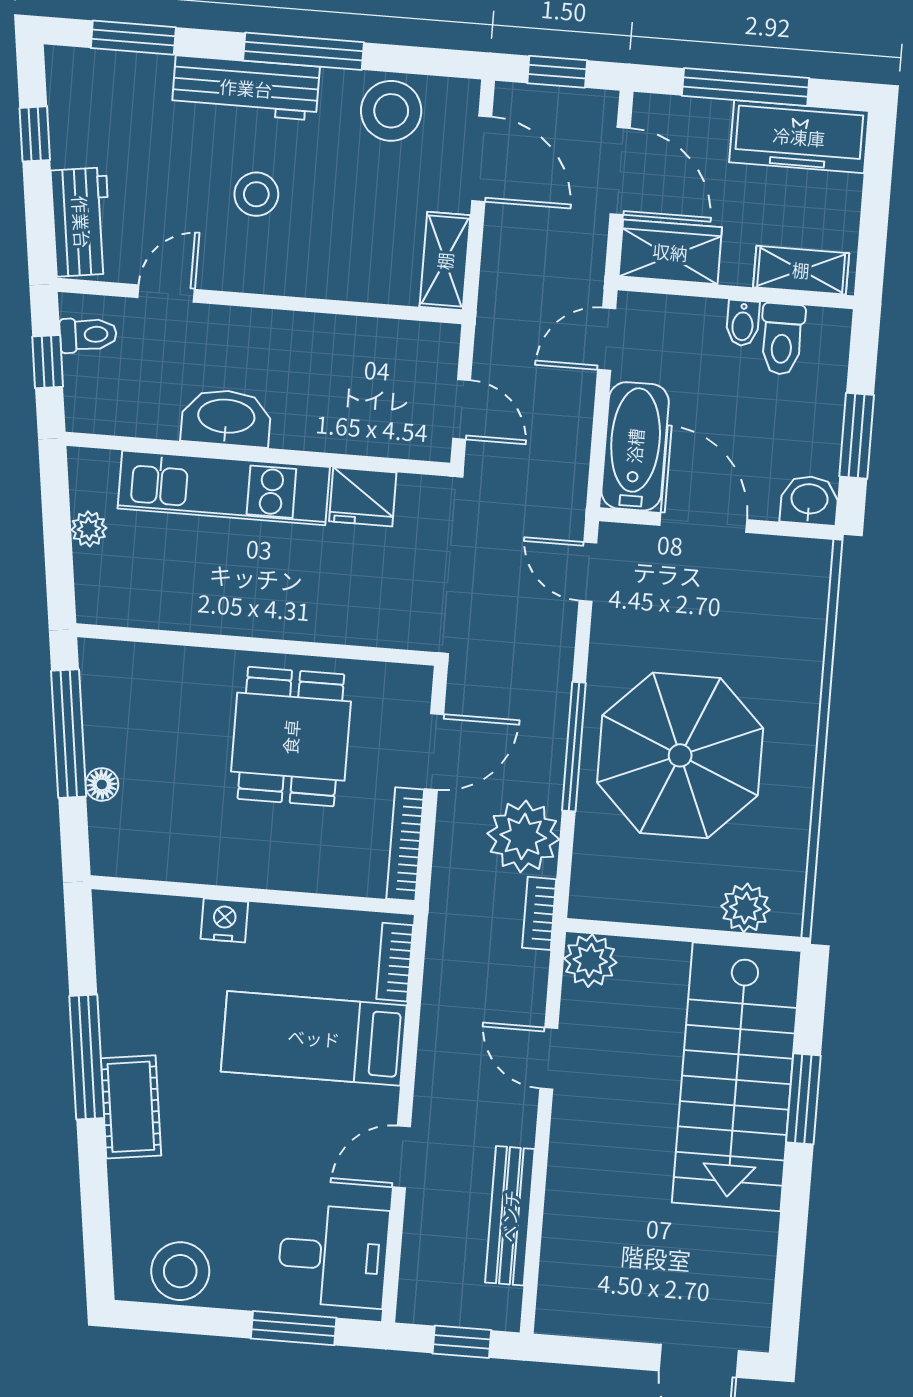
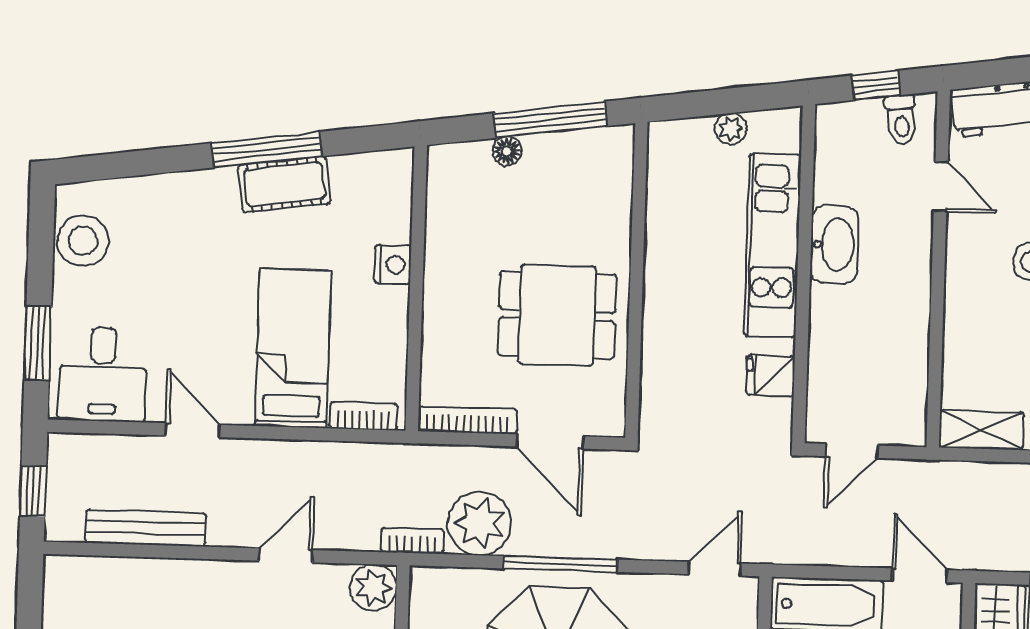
fridge: (363, 497) -> (770, 376), width x0.72
cot: (131, 1107) -> (284, 184), moved

